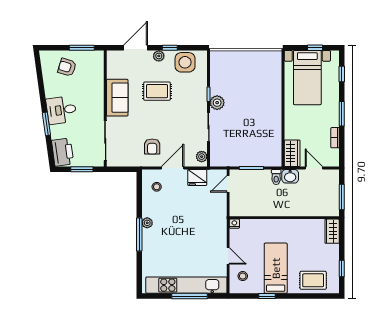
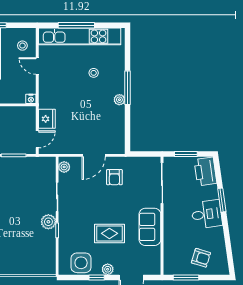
armchair: (152, 147) -> (114, 177), turned 180
fridge: (197, 177) -> (47, 119), moved, turned 90
stool: (157, 187) -> (94, 73), moved

